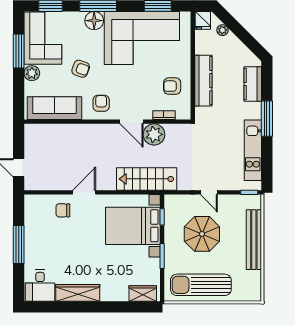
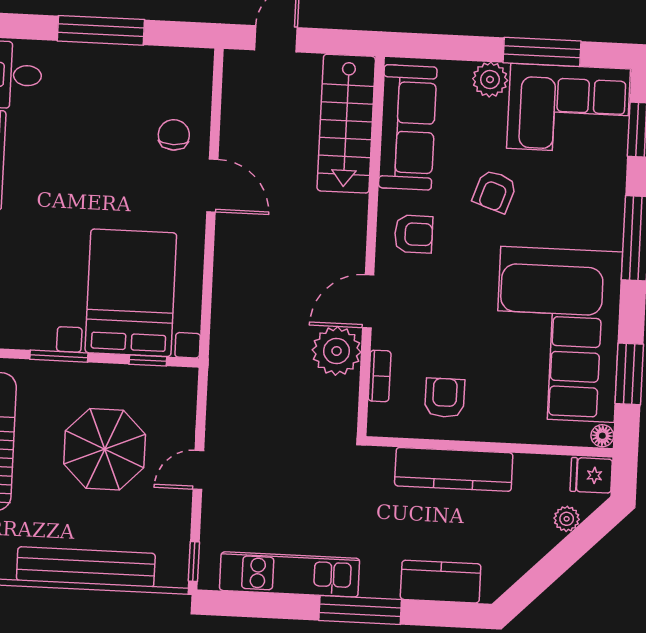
floor lamp: (94, 21) -> (602, 436), moved, width x0.53, depth x0.53
stairs: (147, 179) -> (346, 124), moved, turned 180

